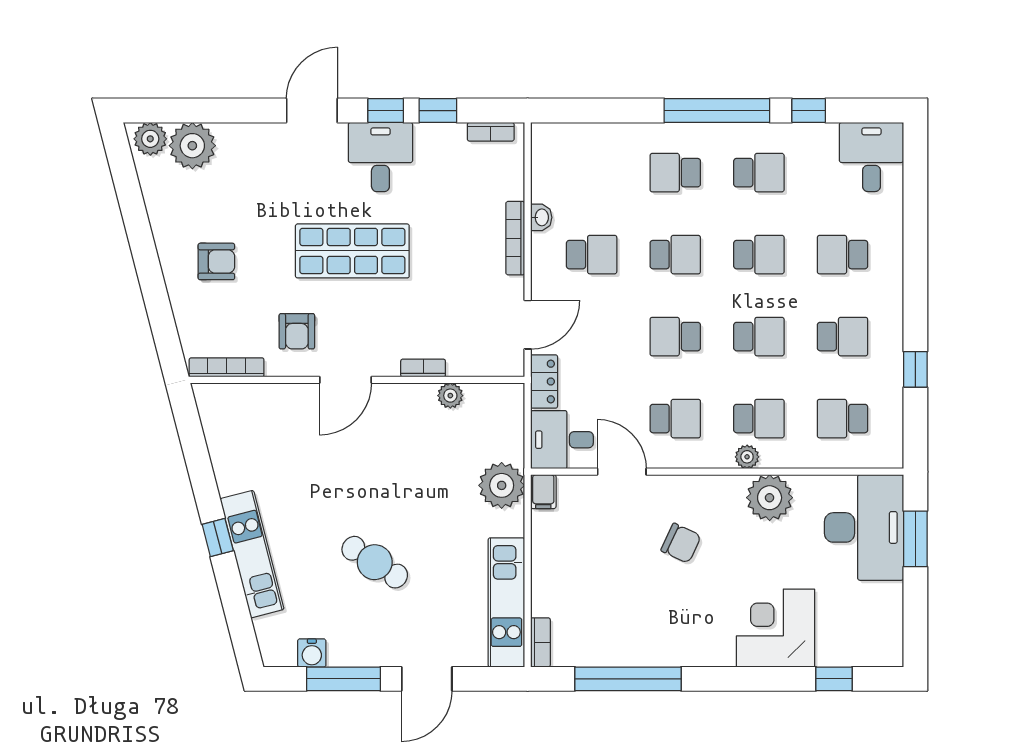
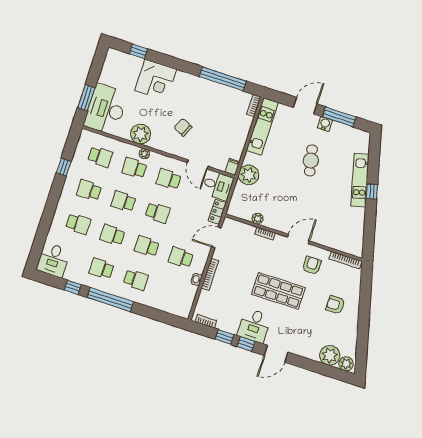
cafe table: (375, 562) -> (311, 161), turned 45
water cooler: (312, 653) -> (325, 124), moved

